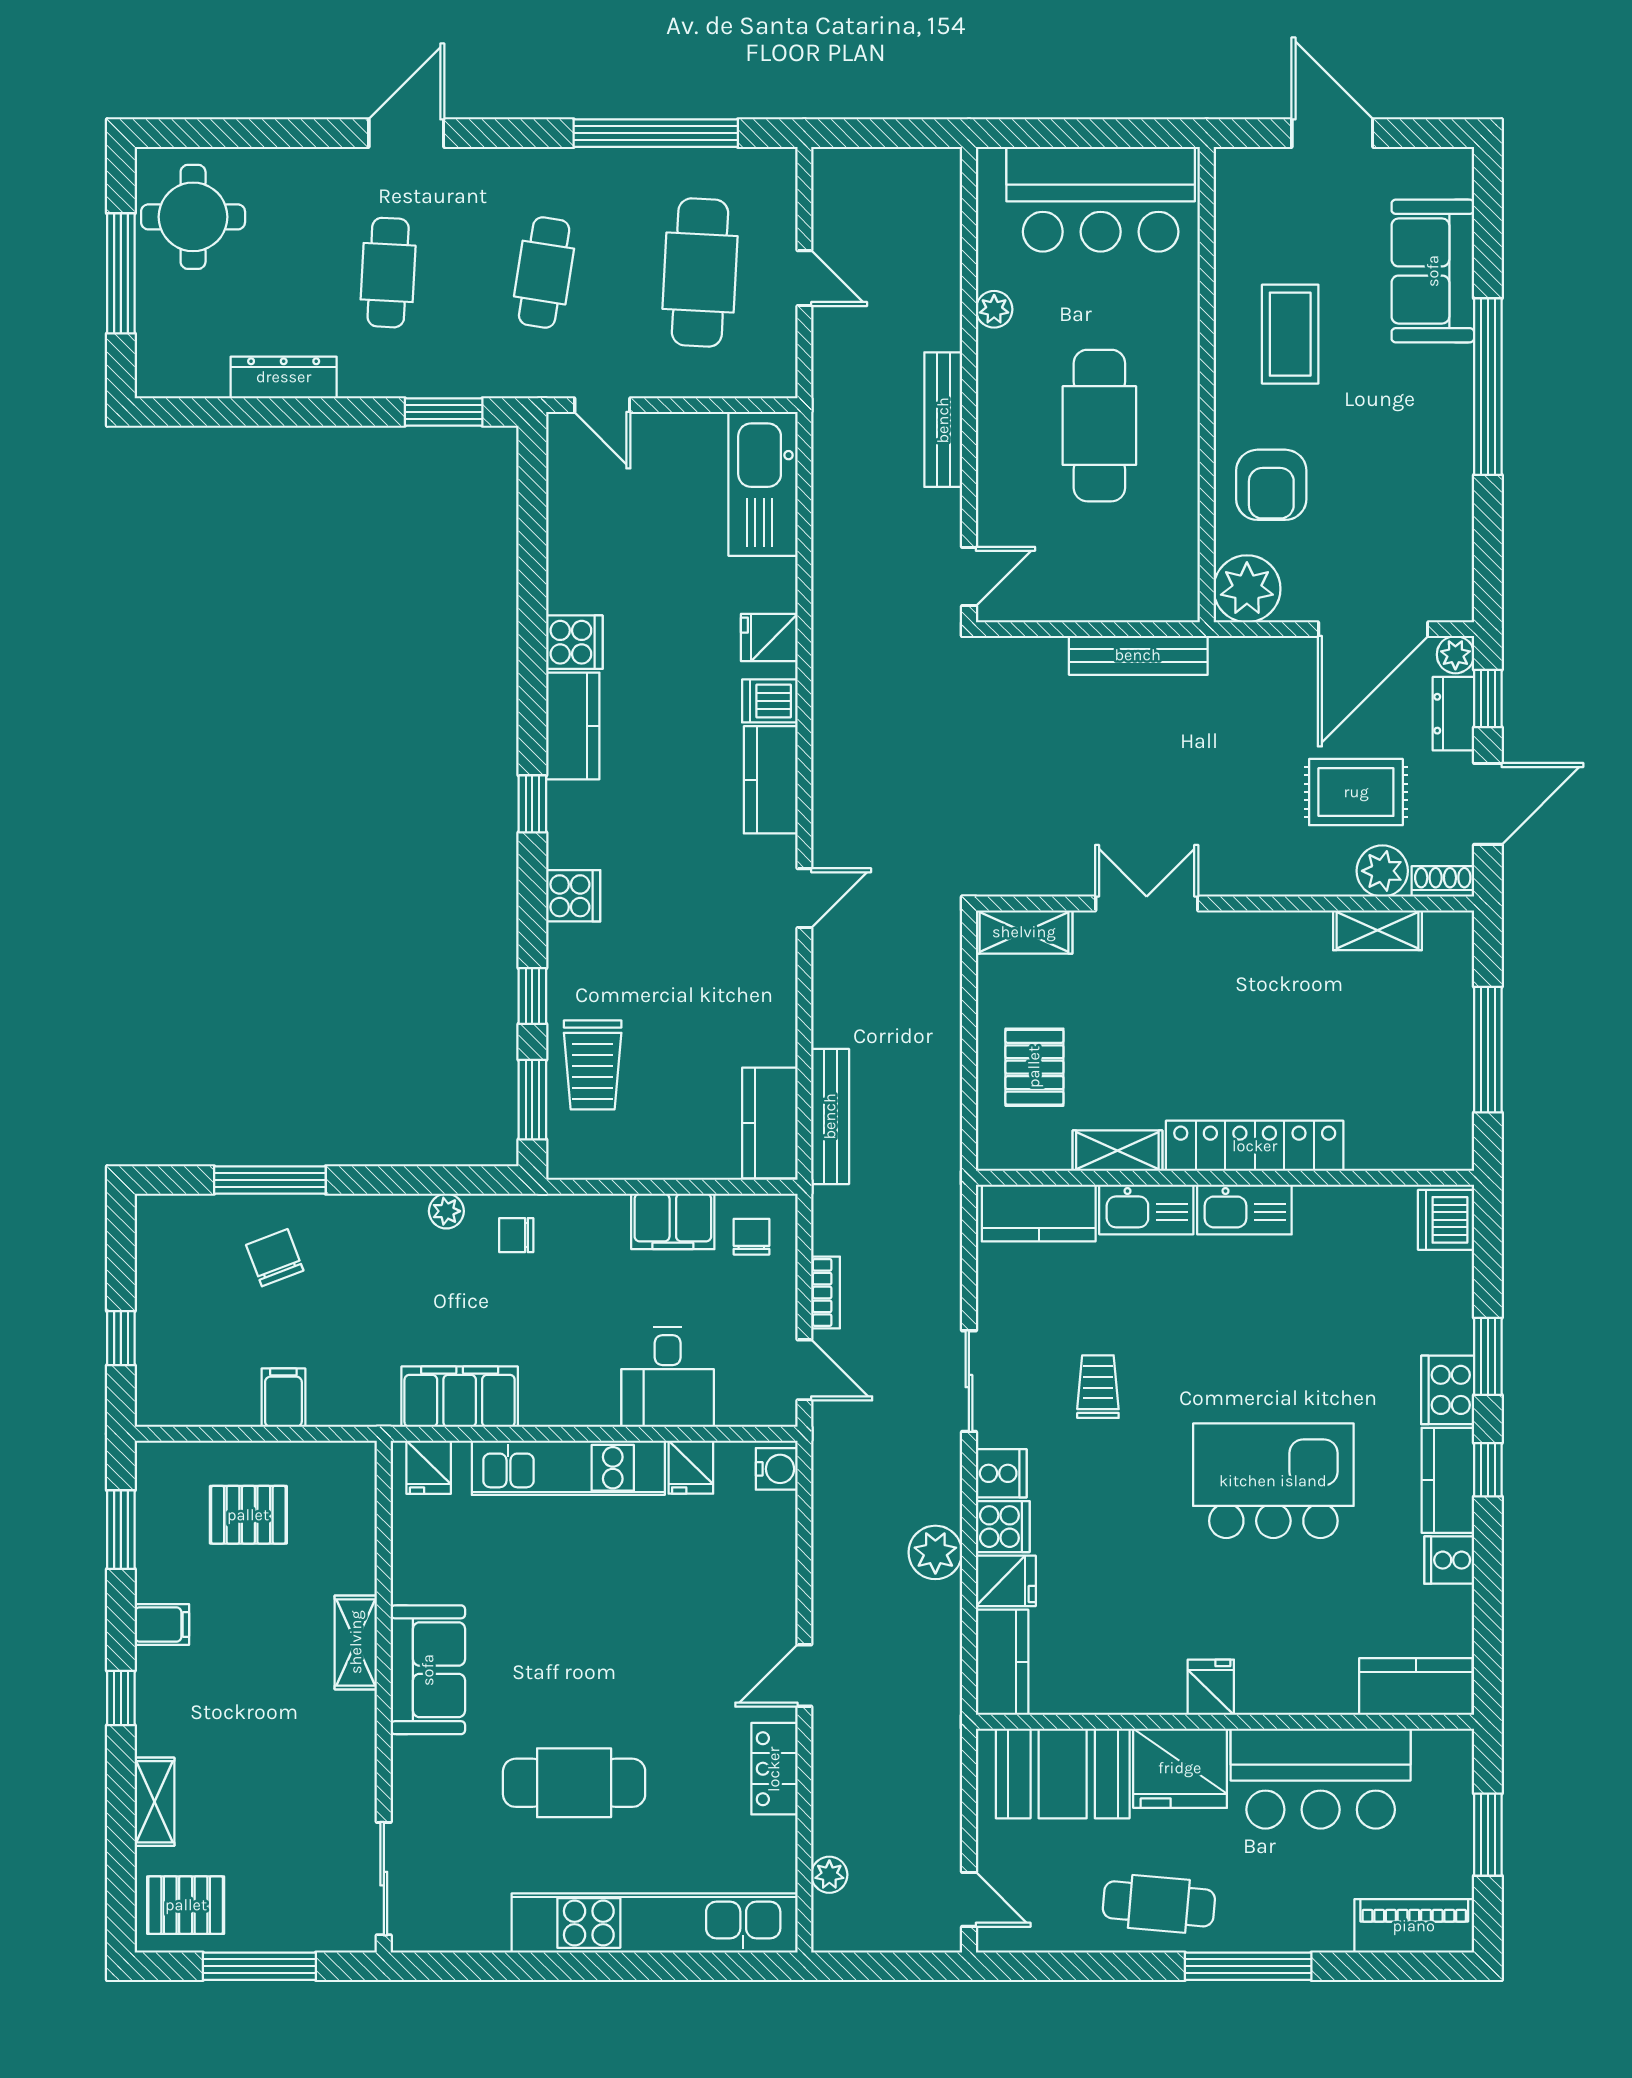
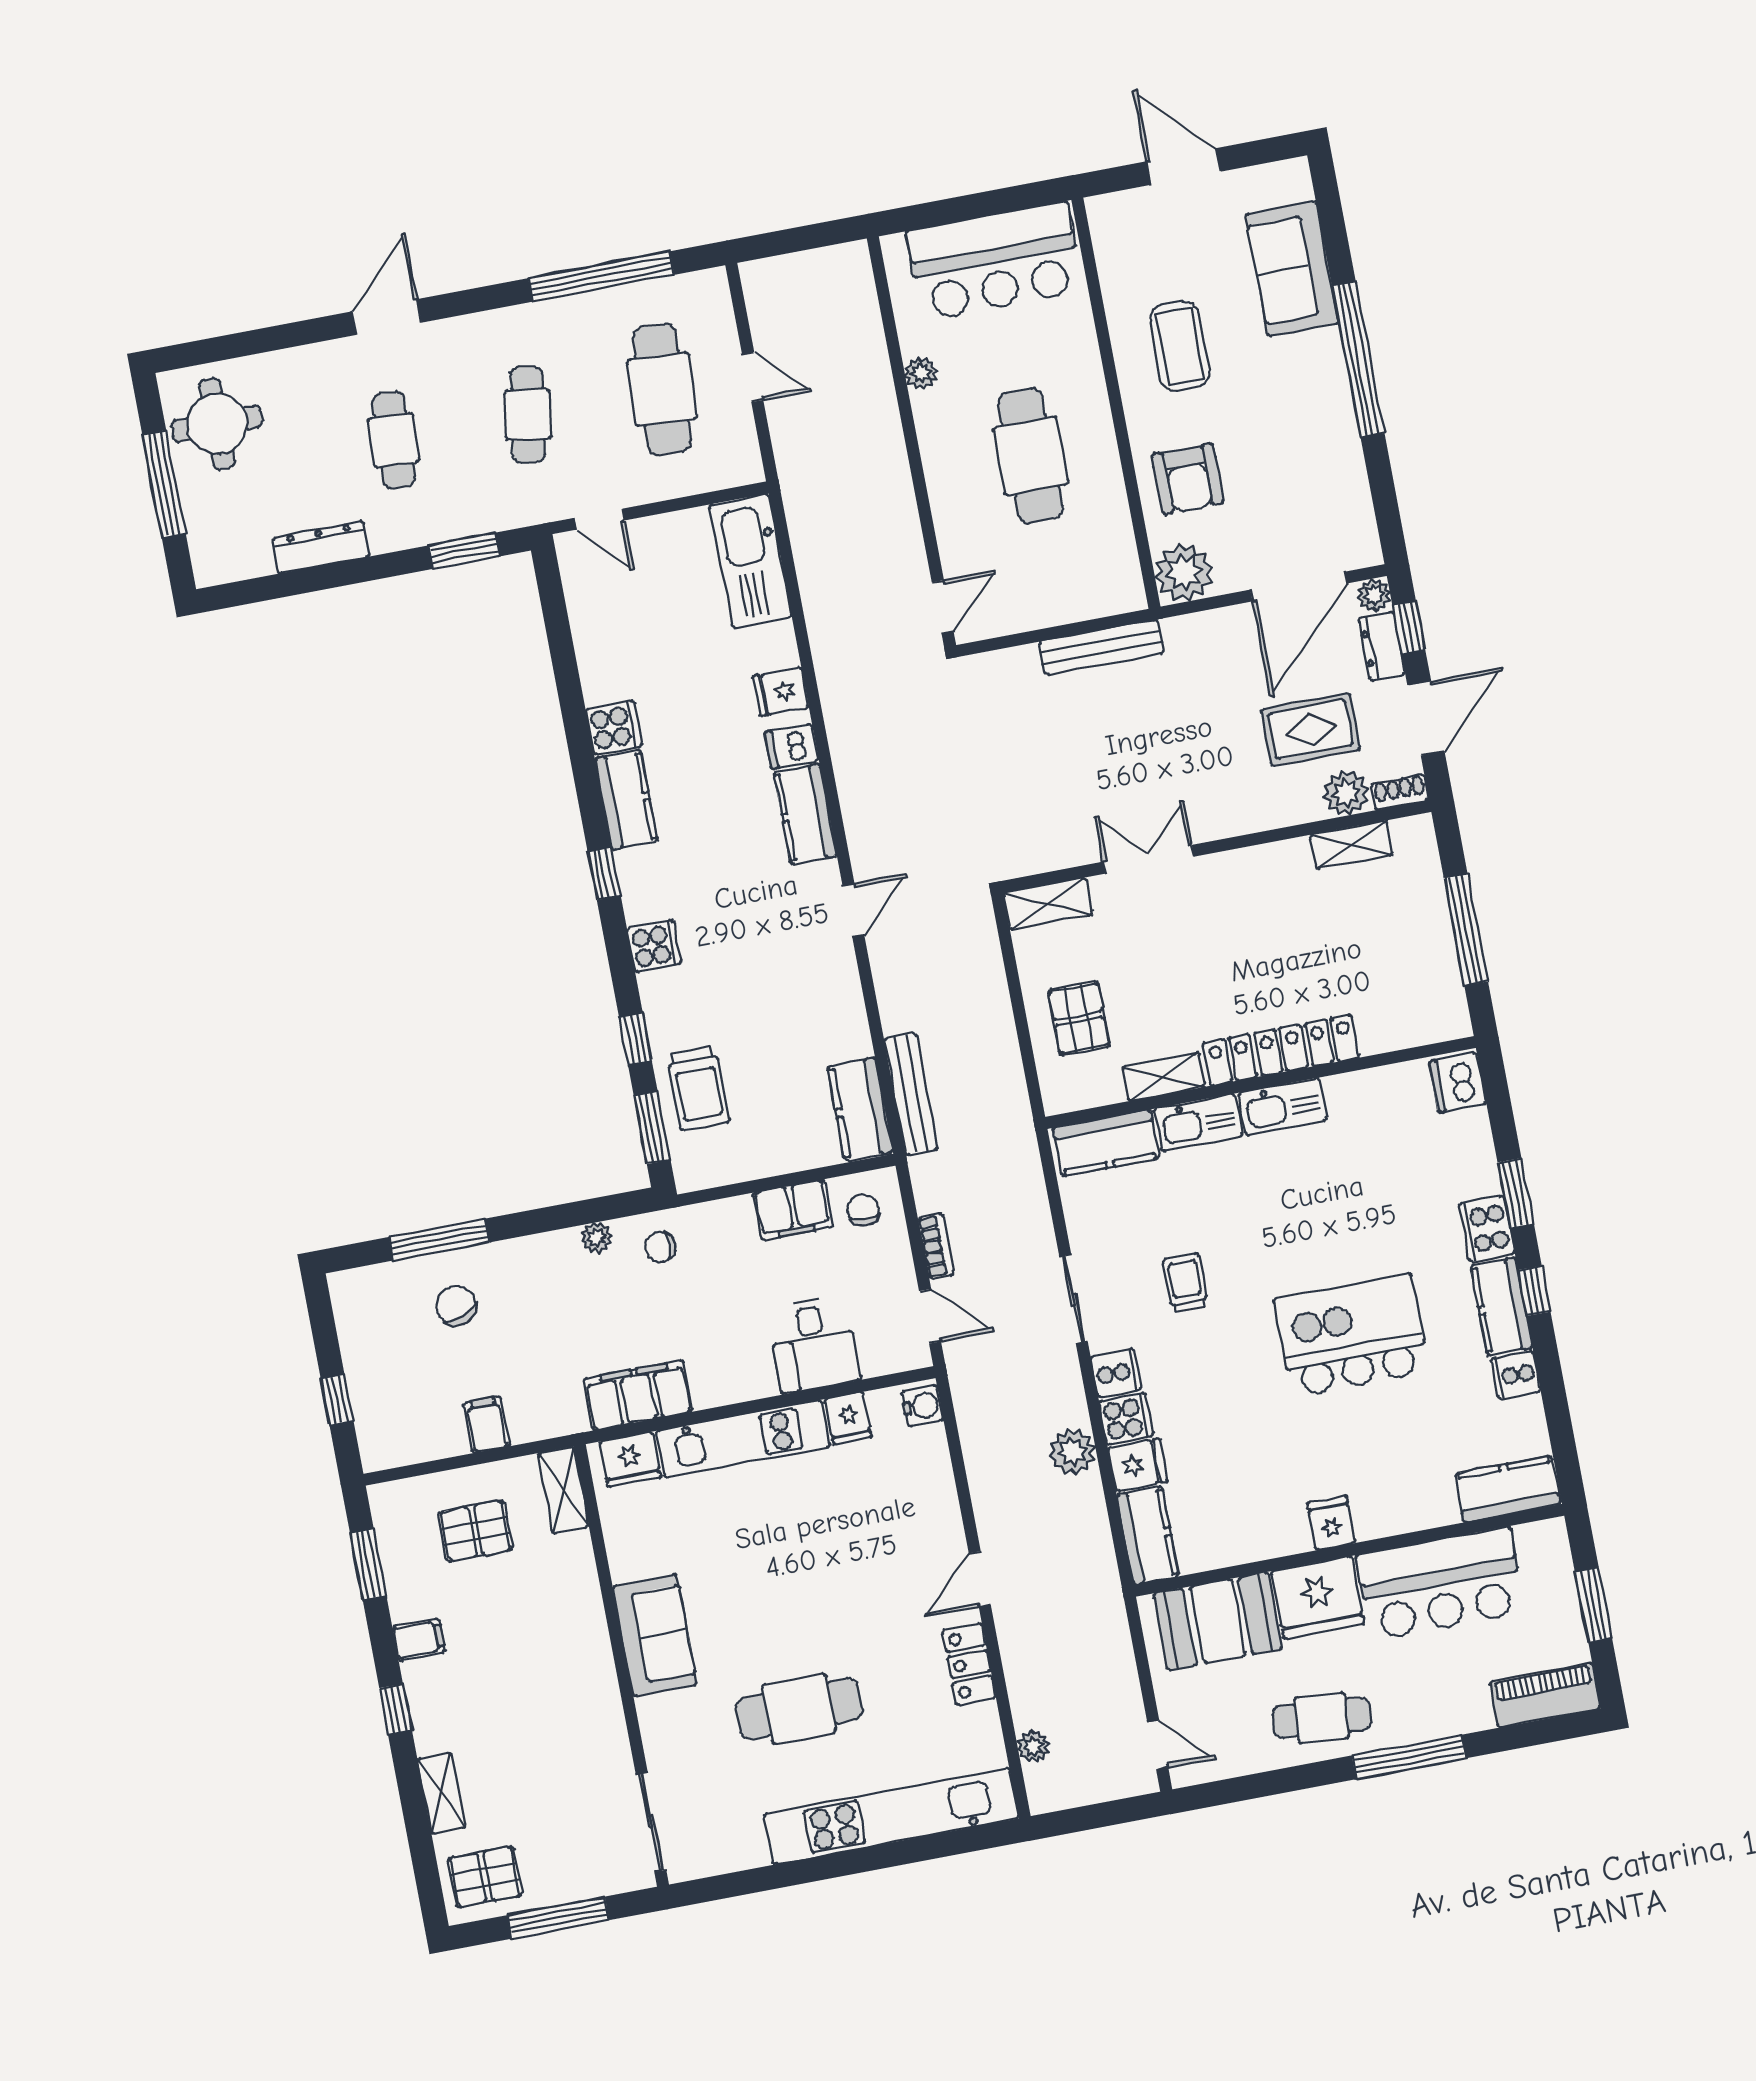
bench: (943, 420) -> (895, 476), removed
fridge: (429, 1467) -> (630, 1459), width x1.38
shelving: (356, 1642) -> (563, 1490), moved

